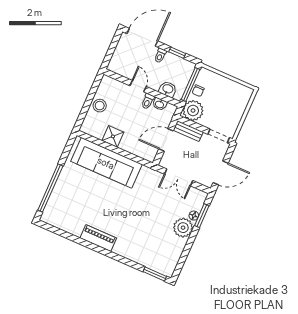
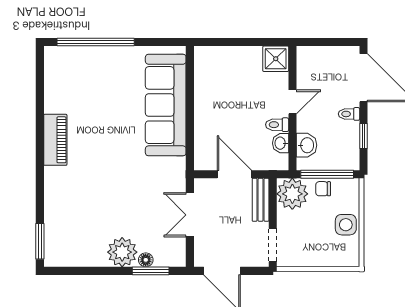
side table: (226, 87) -> (346, 225), added
stool: (100, 106) -> (242, 60), removed
shower: (113, 136) -> (276, 59), moved

